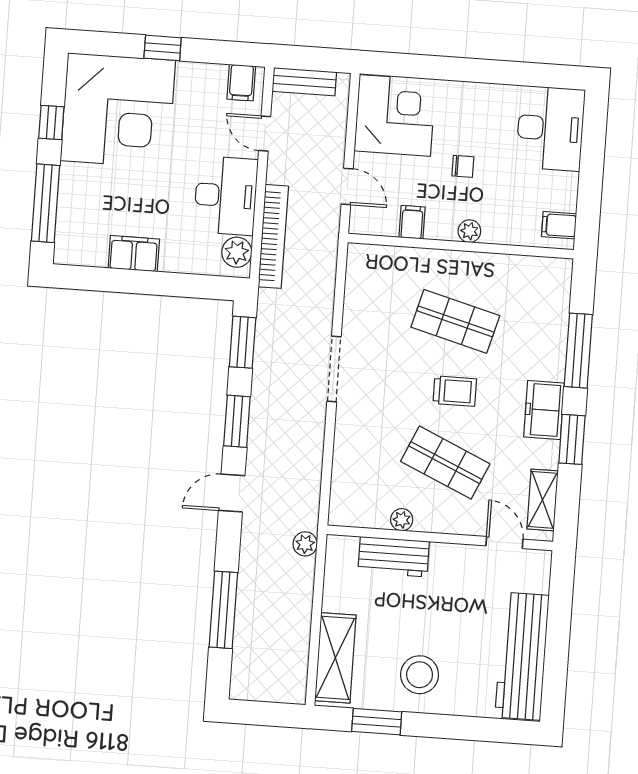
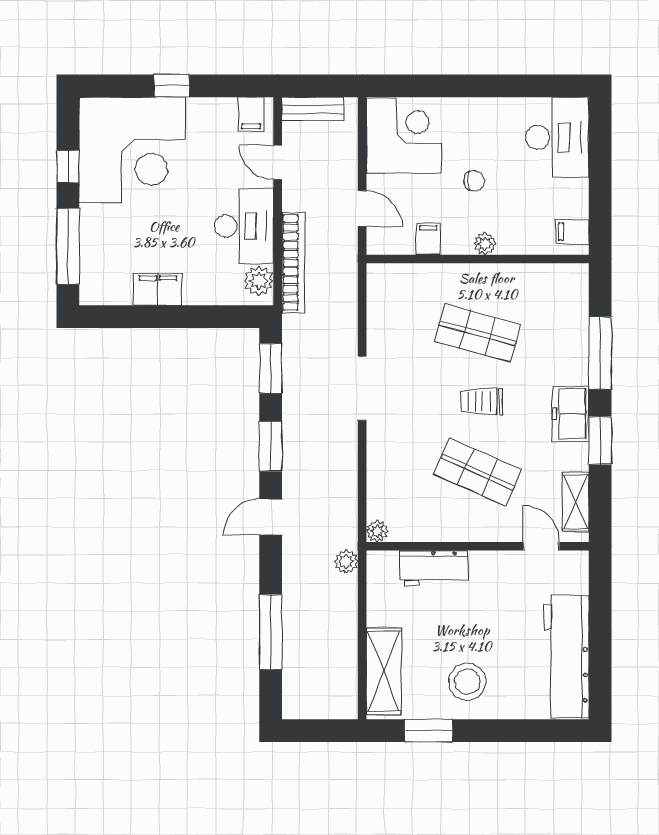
trolley: (455, 391) -> (482, 401), turned 180
plant: (402, 520) -> (377, 531), moved

